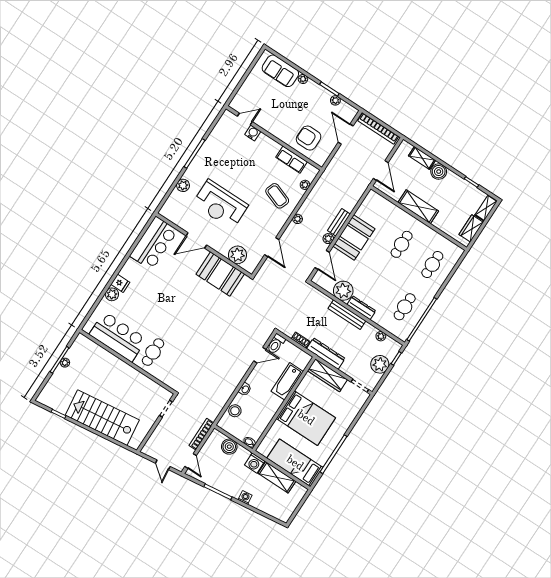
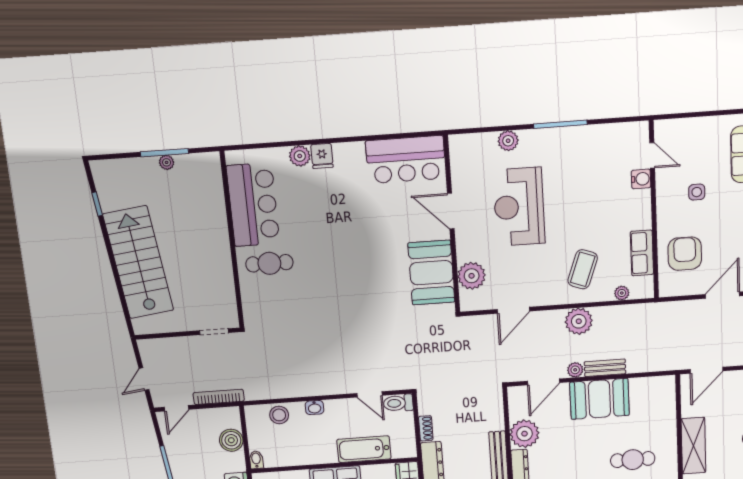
side table: (281, 110) -> (697, 192), added
plant: (298, 219) -> (579, 321), width x1.88, depth x1.88

